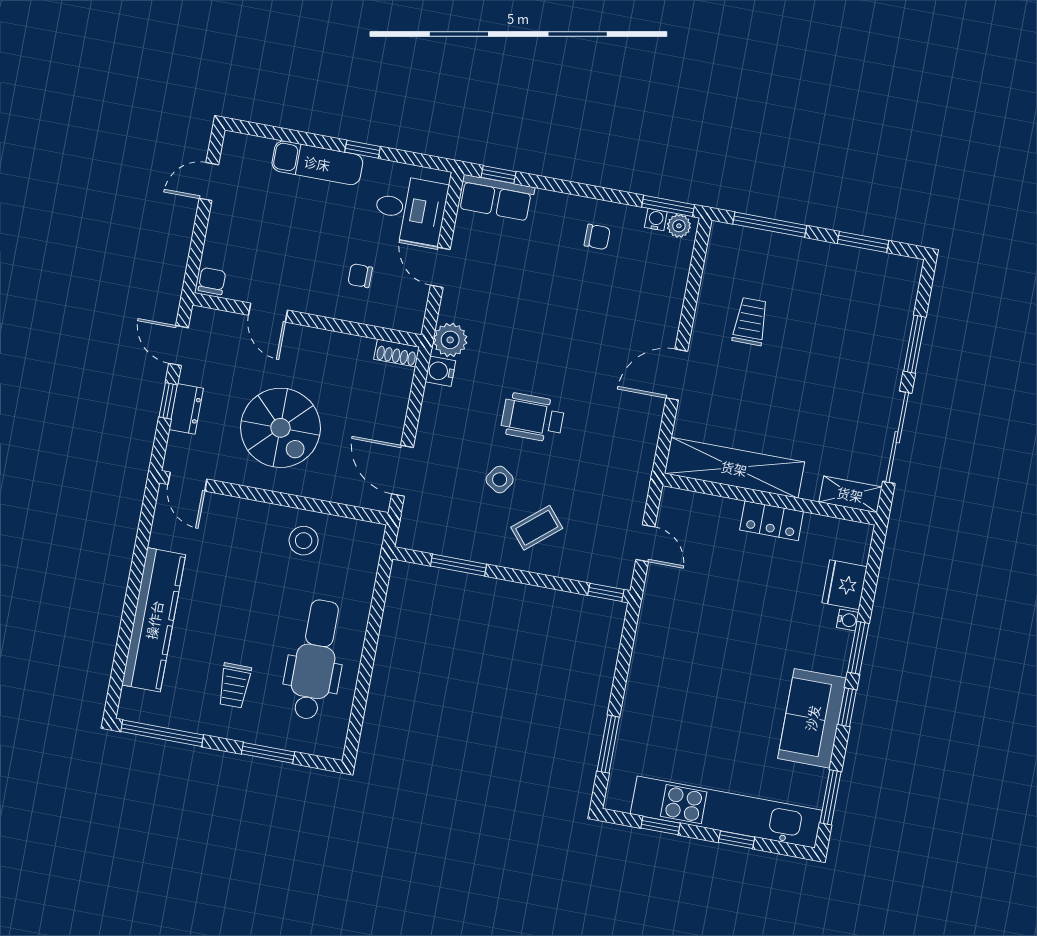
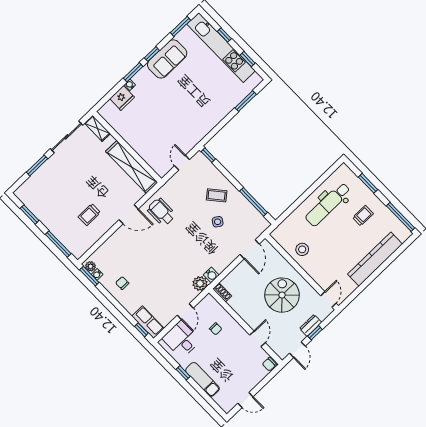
wheelchair: (533, 418) -> (161, 212), moved, turned 180
locker: (772, 521) -> (132, 139), removed
window: (459, 565) -> (254, 202), width x1.44

